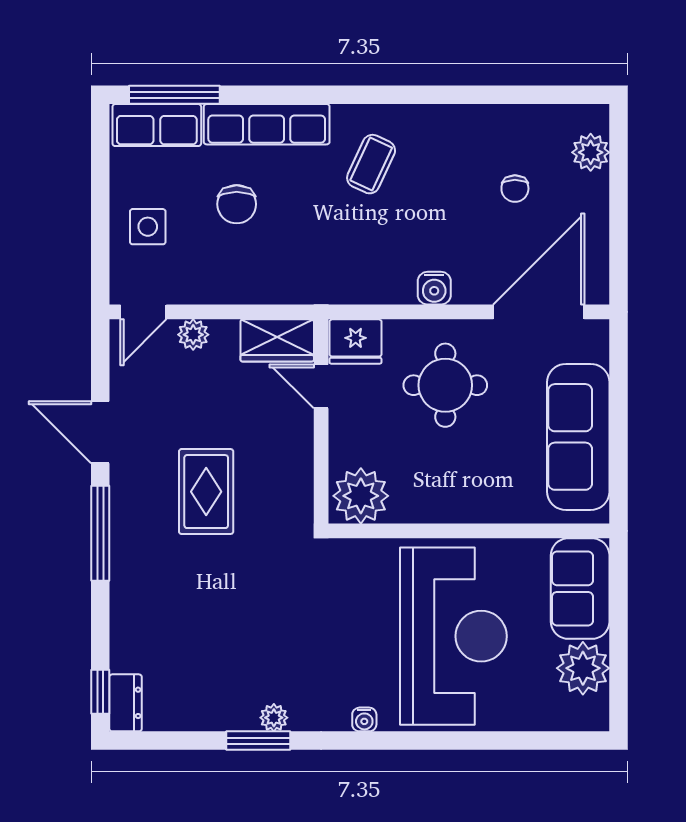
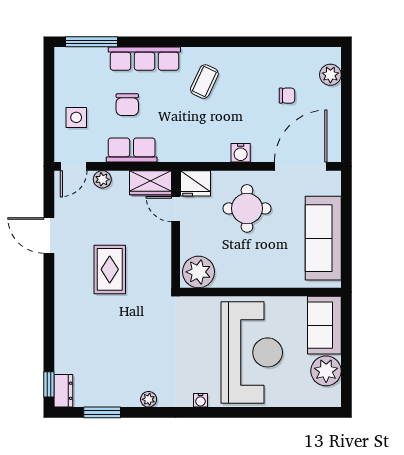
row of seats: (157, 125) -> (132, 150), moved, turned 180
chair: (515, 189) -> (287, 96), turned -90
window: (100, 533) -> (49, 293), removed
window: (258, 741) -> (102, 412), moved

